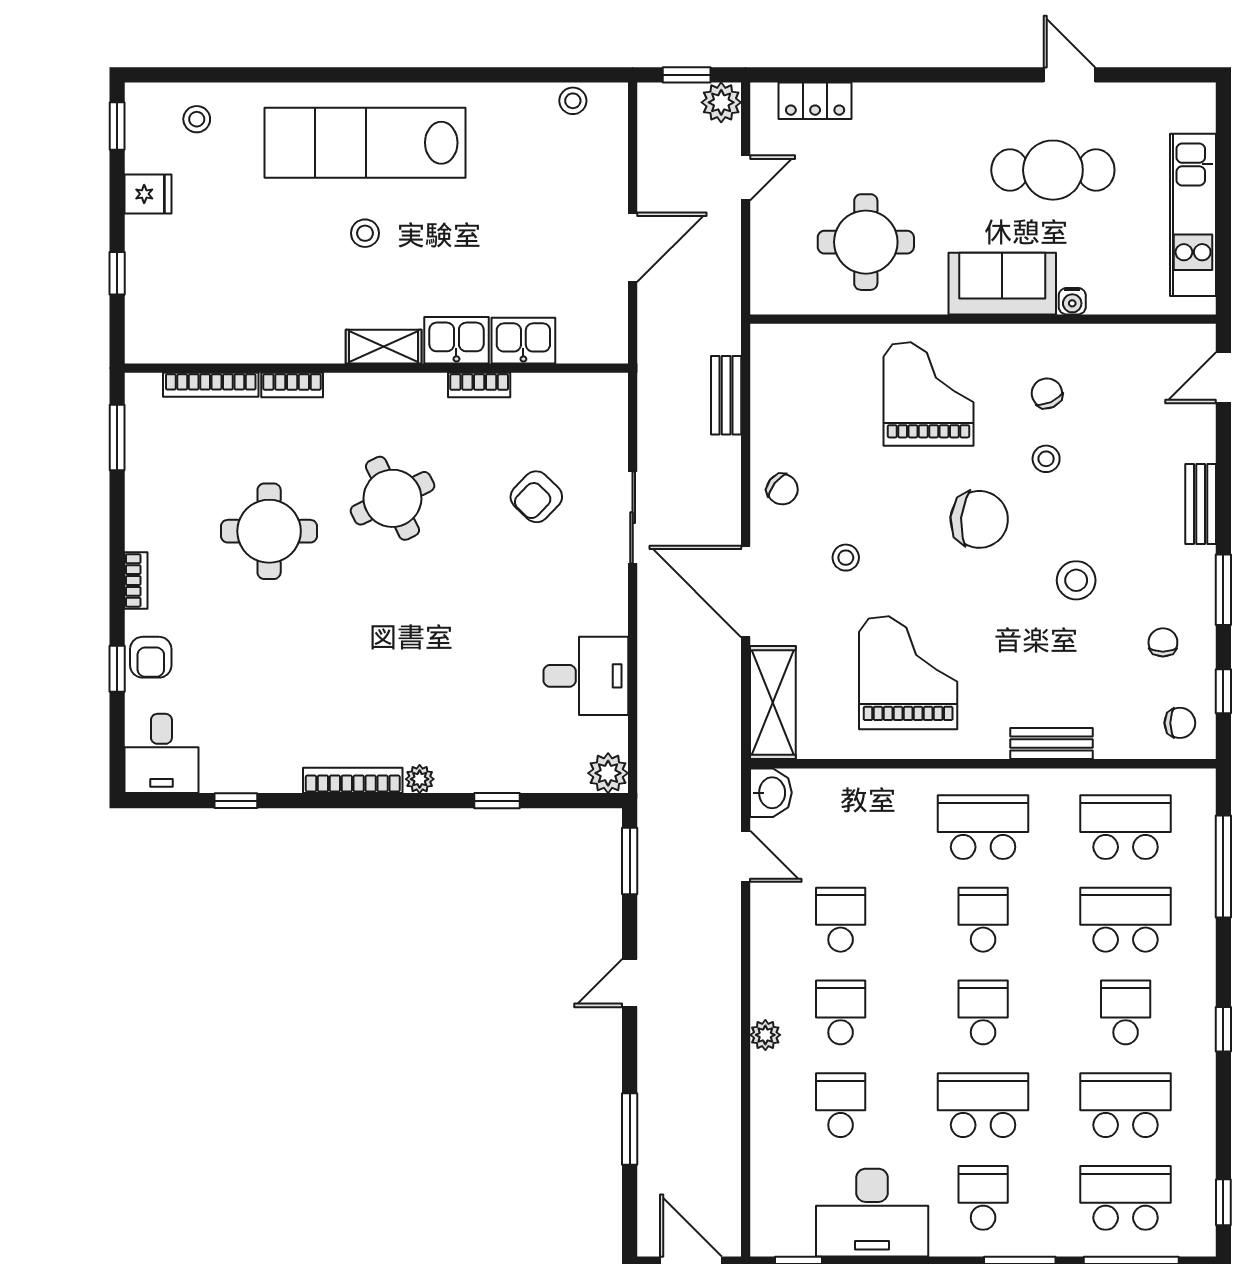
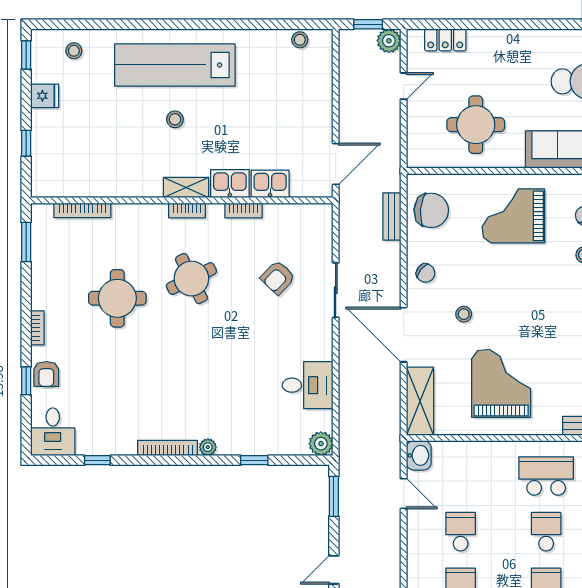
door: (633, 247) -> (336, 164), moved
bookcase: (292, 385) -> (187, 210), moved
grand piano: (928, 394) -> (513, 216), turned -90
chair: (979, 519) -> (431, 210), moved

